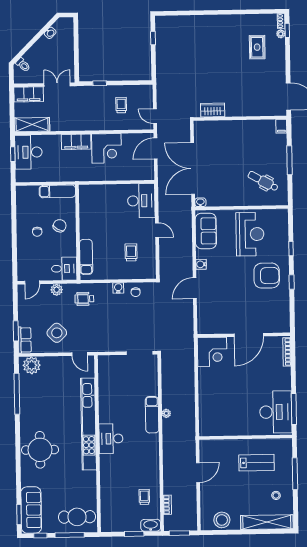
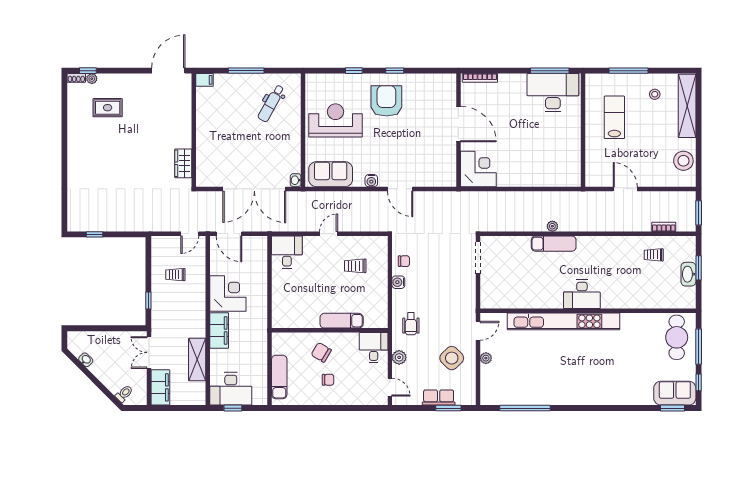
shelving: (32, 125) -> (197, 360), moved
exam couch: (57, 191) -> (279, 377), moved
desk: (141, 201) -> (287, 252), width x0.73
exam couch: (86, 257) -> (342, 321), moved
row of seats: (25, 340) -> (439, 397), moved
plant: (32, 365) -> (486, 358), moved, width x0.53, depth x0.53
round table: (40, 450) -> (594, 381), removed
sofa: (31, 510) -> (675, 393), width x0.73
washbasin: (151, 525) -> (688, 274), moved

